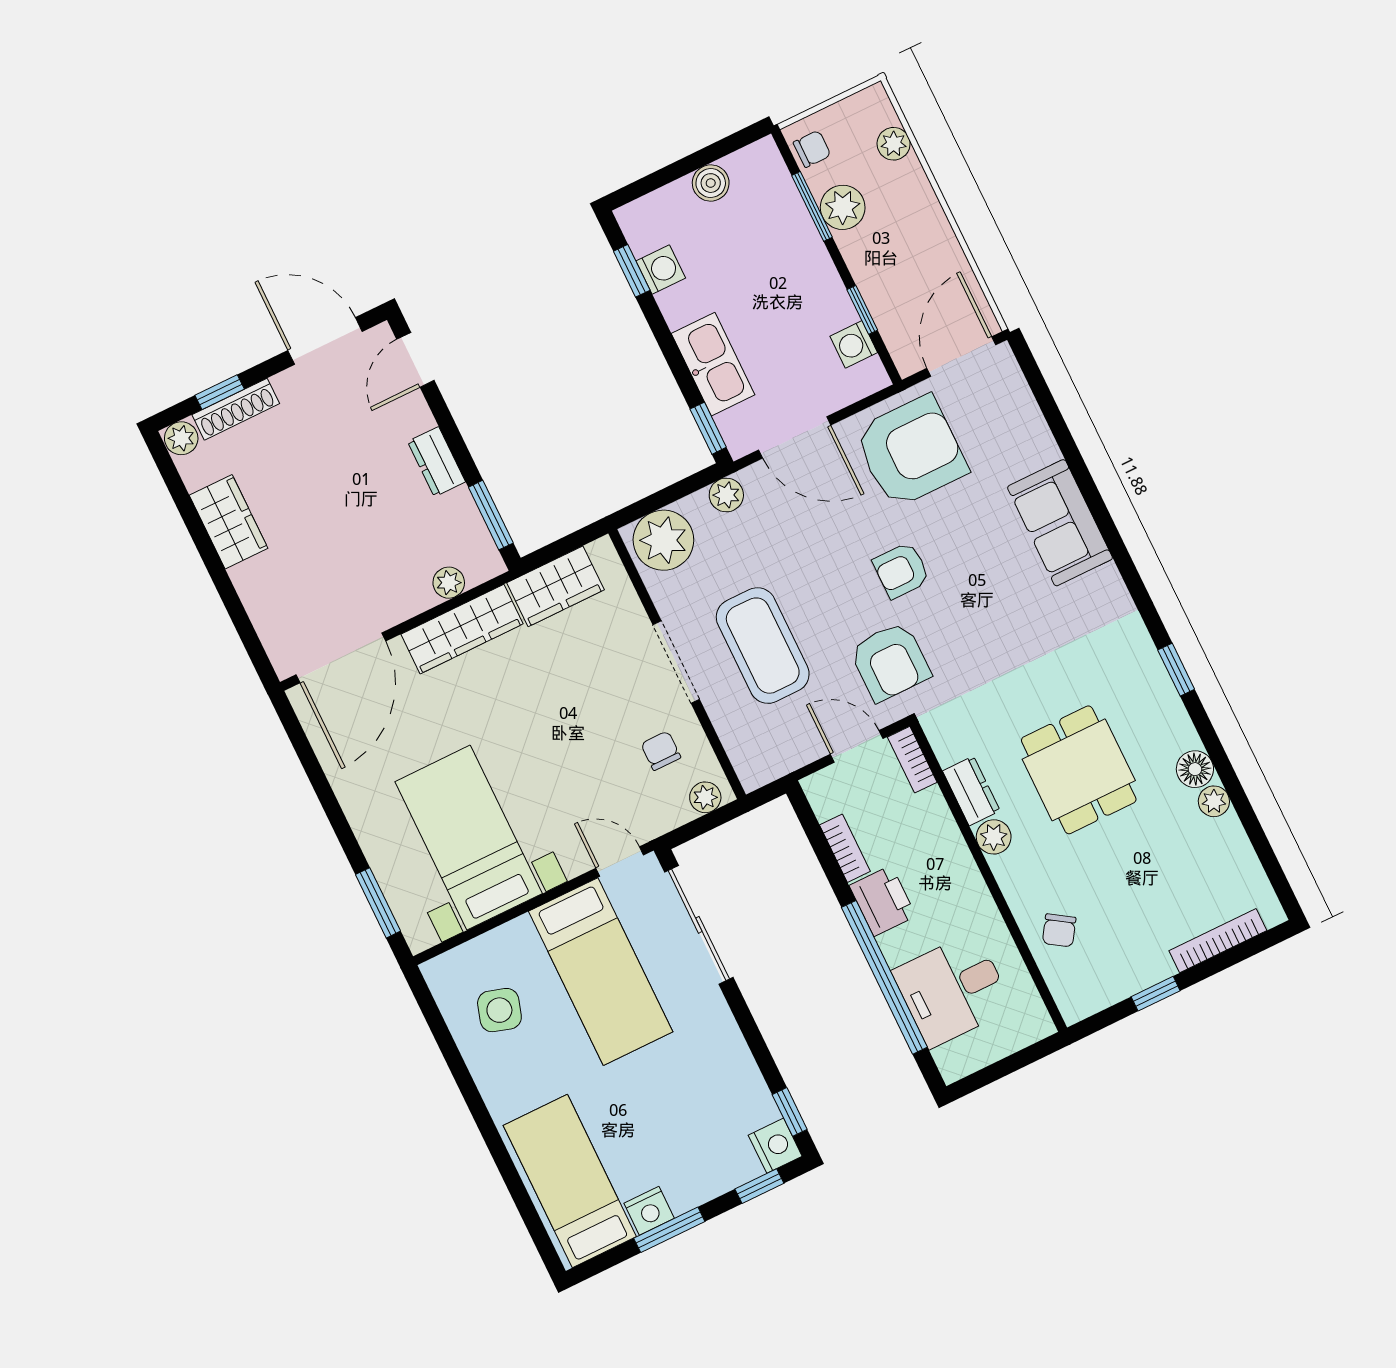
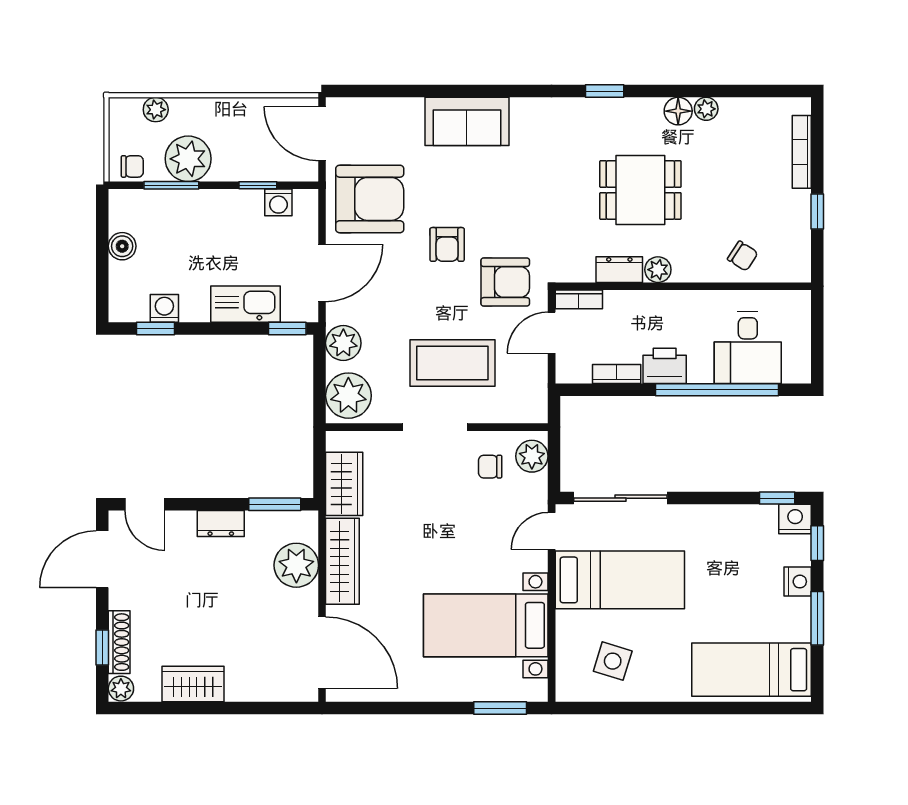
chair: (812, 149) -> (132, 166), turned 90
plant: (843, 207) -> (188, 159), width x1.36, depth x1.36
armchair: (911, 451) -> (370, 199), turned 90
plant: (726, 495) -> (343, 343), width x1.38, depth x1.38
plant: (449, 583) -> (296, 565), width x1.88, depth x1.88
plant: (705, 797) -> (532, 456), width x1.38, depth x1.38
nightstand: (649, 1211) -> (798, 582), moved

